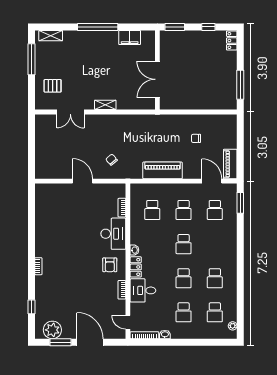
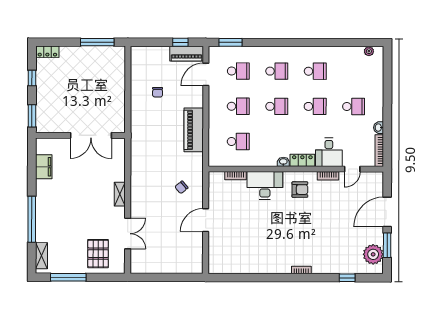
window: (98, 27) -> (32, 219), moved
pallet: (53, 86) -> (98, 254), width x1.50, depth x1.42
window: (240, 159) -> (180, 42), added
school desk: (215, 312) -> (277, 71), moved
door: (128, 322) -> (352, 169), moved

